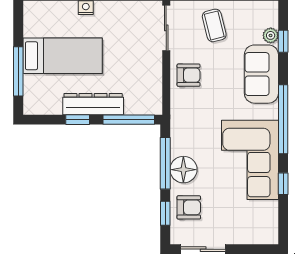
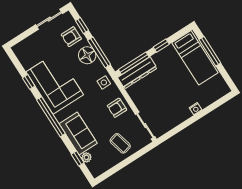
bed: (63, 56) -> (195, 58), moved, turned -90
dresser: (93, 104) -> (137, 73), moved
side table: (184, 120) -> (104, 82), added

